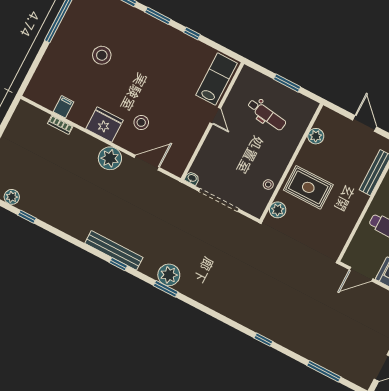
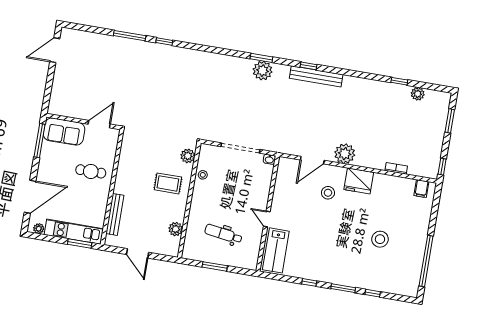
filing cabinet: (63, 107) -> (421, 189), moved
window: (11, 111) -> (442, 167), added
rug: (308, 187) -> (168, 183), width x0.73, depth x0.70
window: (324, 371) -> (130, 36), moved

